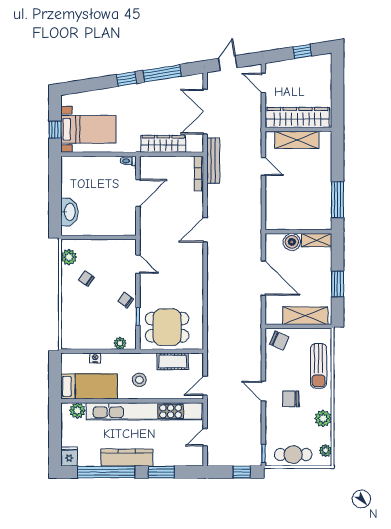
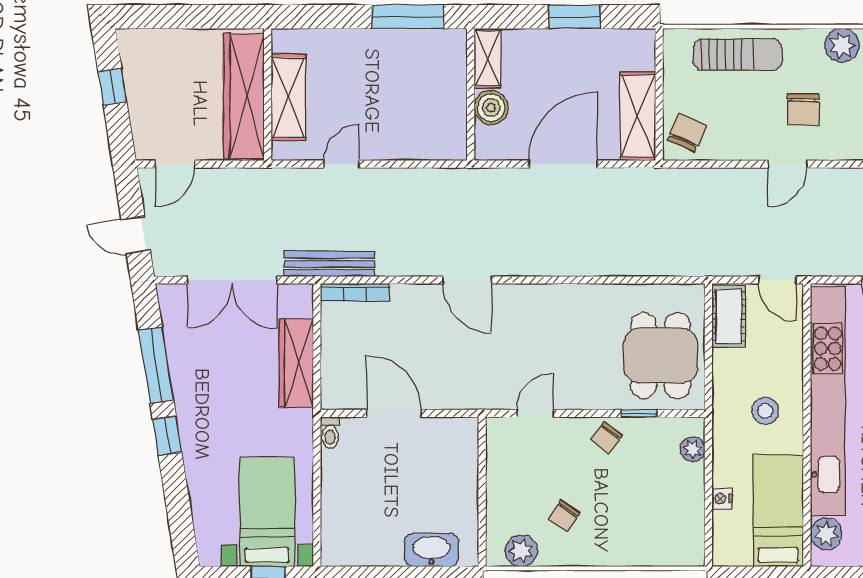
shelving: (305, 316) -> (638, 116), moved
cot: (173, 361) -> (729, 316), moved

